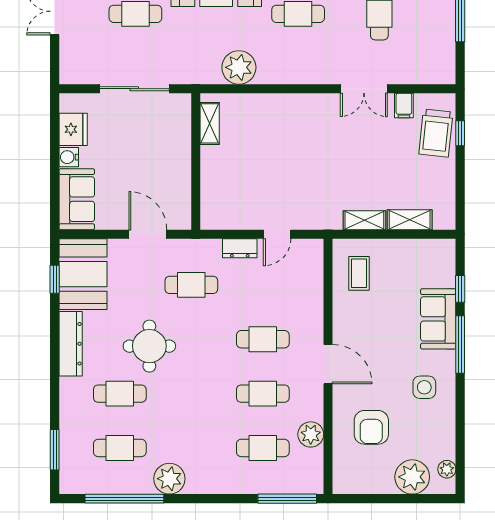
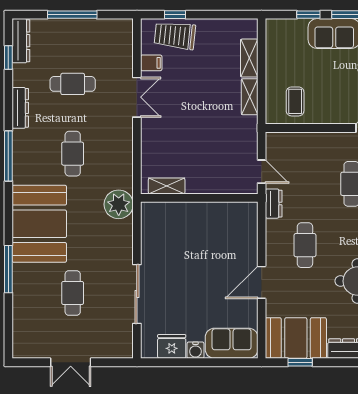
shelving: (210, 123) -> (167, 186), moved
trolley: (436, 133) -> (175, 35), turned 180
wall: (196, 161) -> (199, 198), moved
coffee table: (359, 273) -> (295, 101), turned 90

